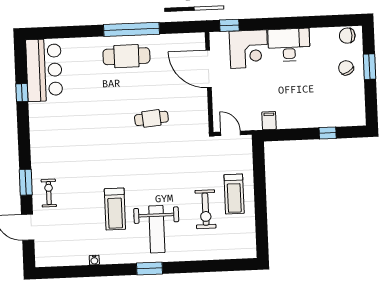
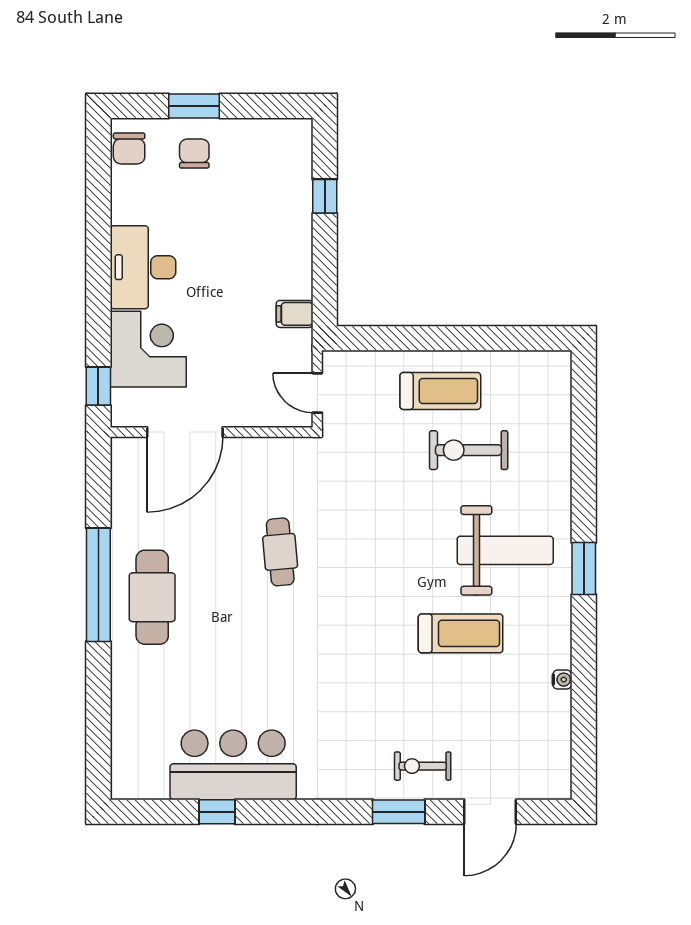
chair: (346, 68) -> (194, 154), turned 121
bar counter: (44, 70) -> (233, 765), moved
door: (231, 133) -> (317, 393), hinge flipped
exercise bike: (205, 209) -> (469, 450), turned 180

